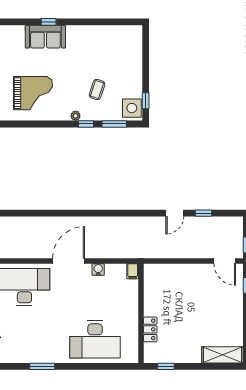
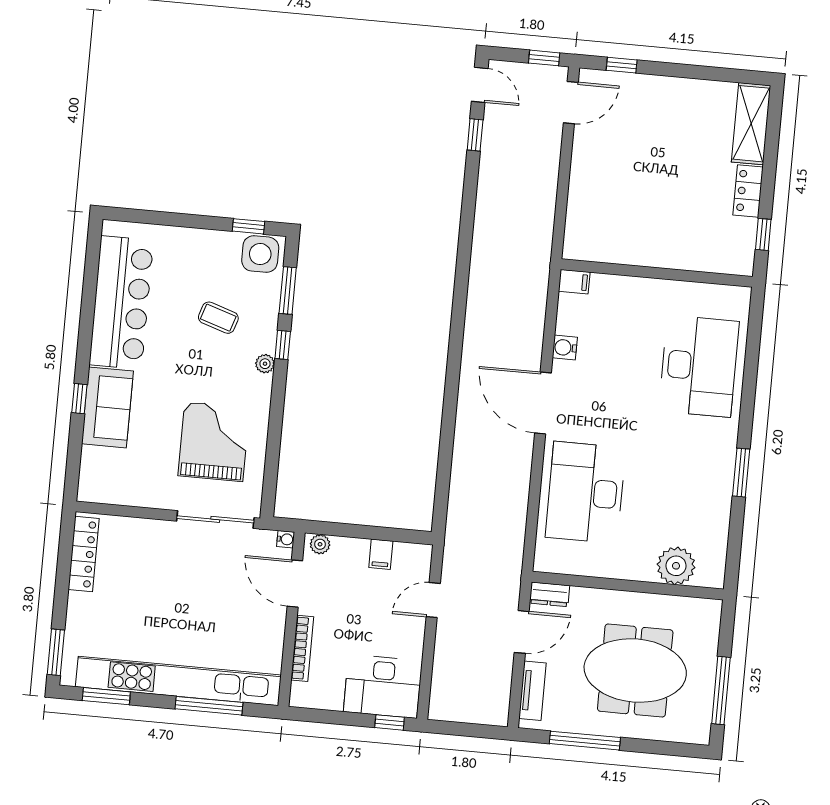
bar counter: (100, 39) -> (121, 303), added
door: (175, 213) -> (480, 85), moved
locker: (150, 329) -> (748, 191), moved, turned -90

